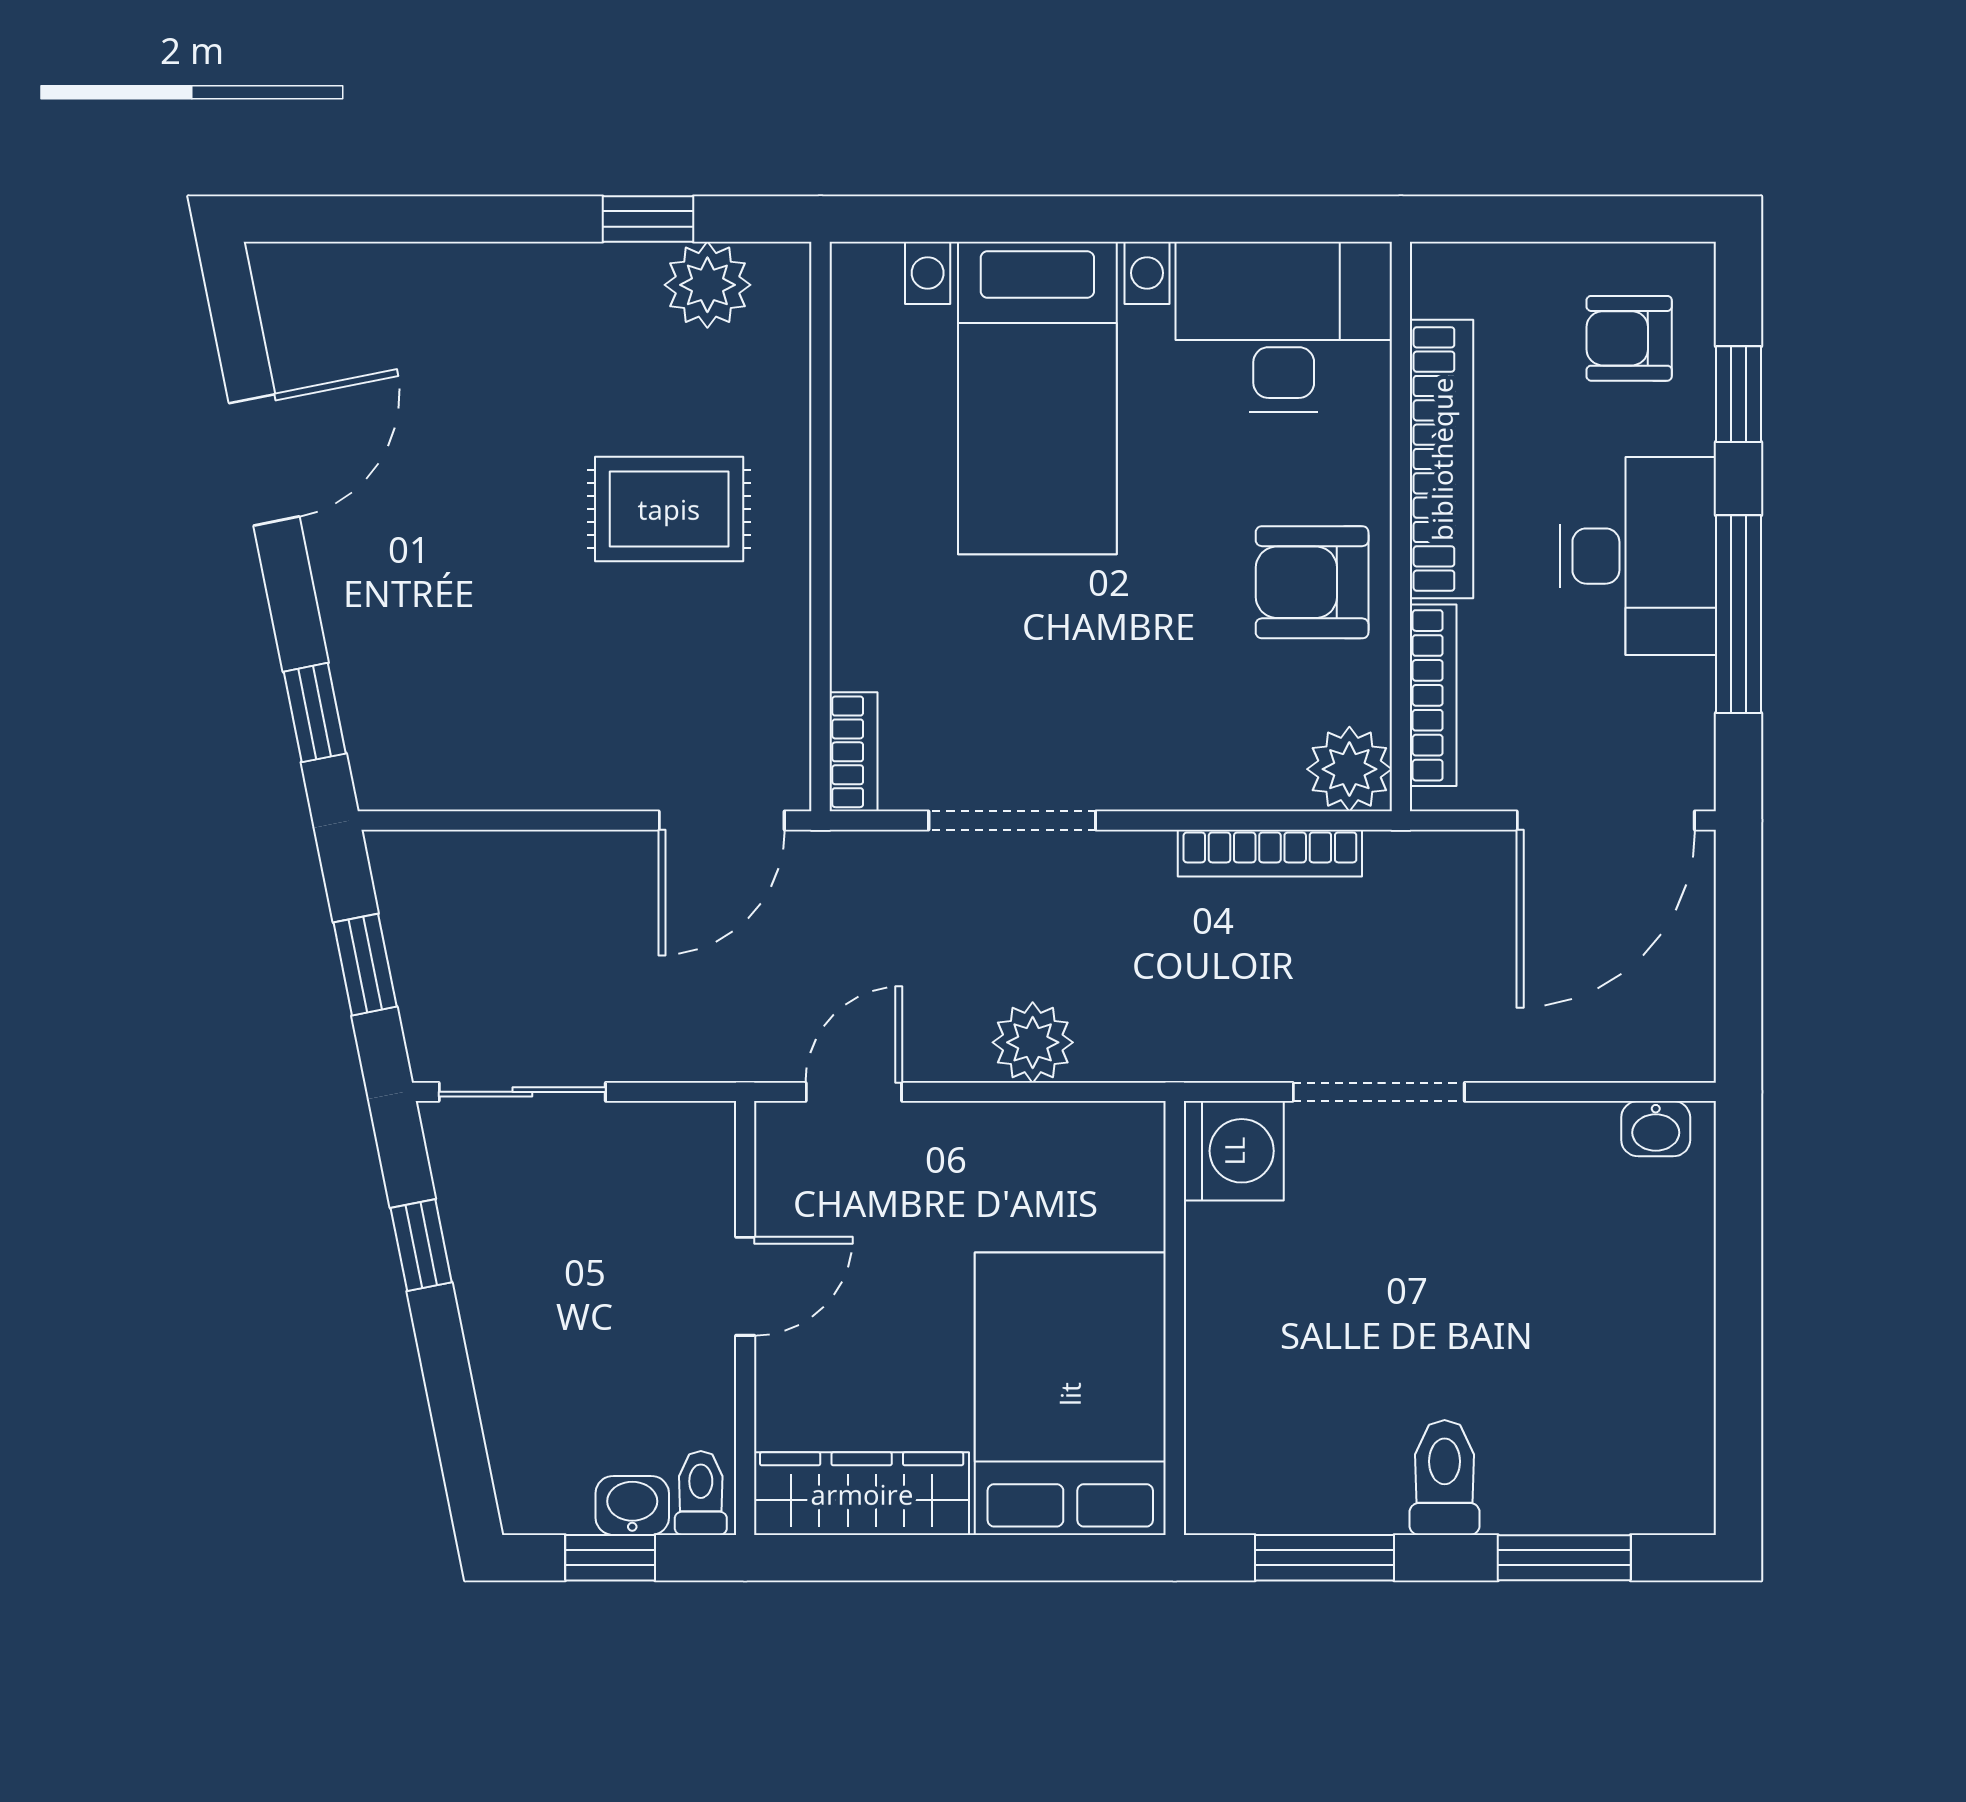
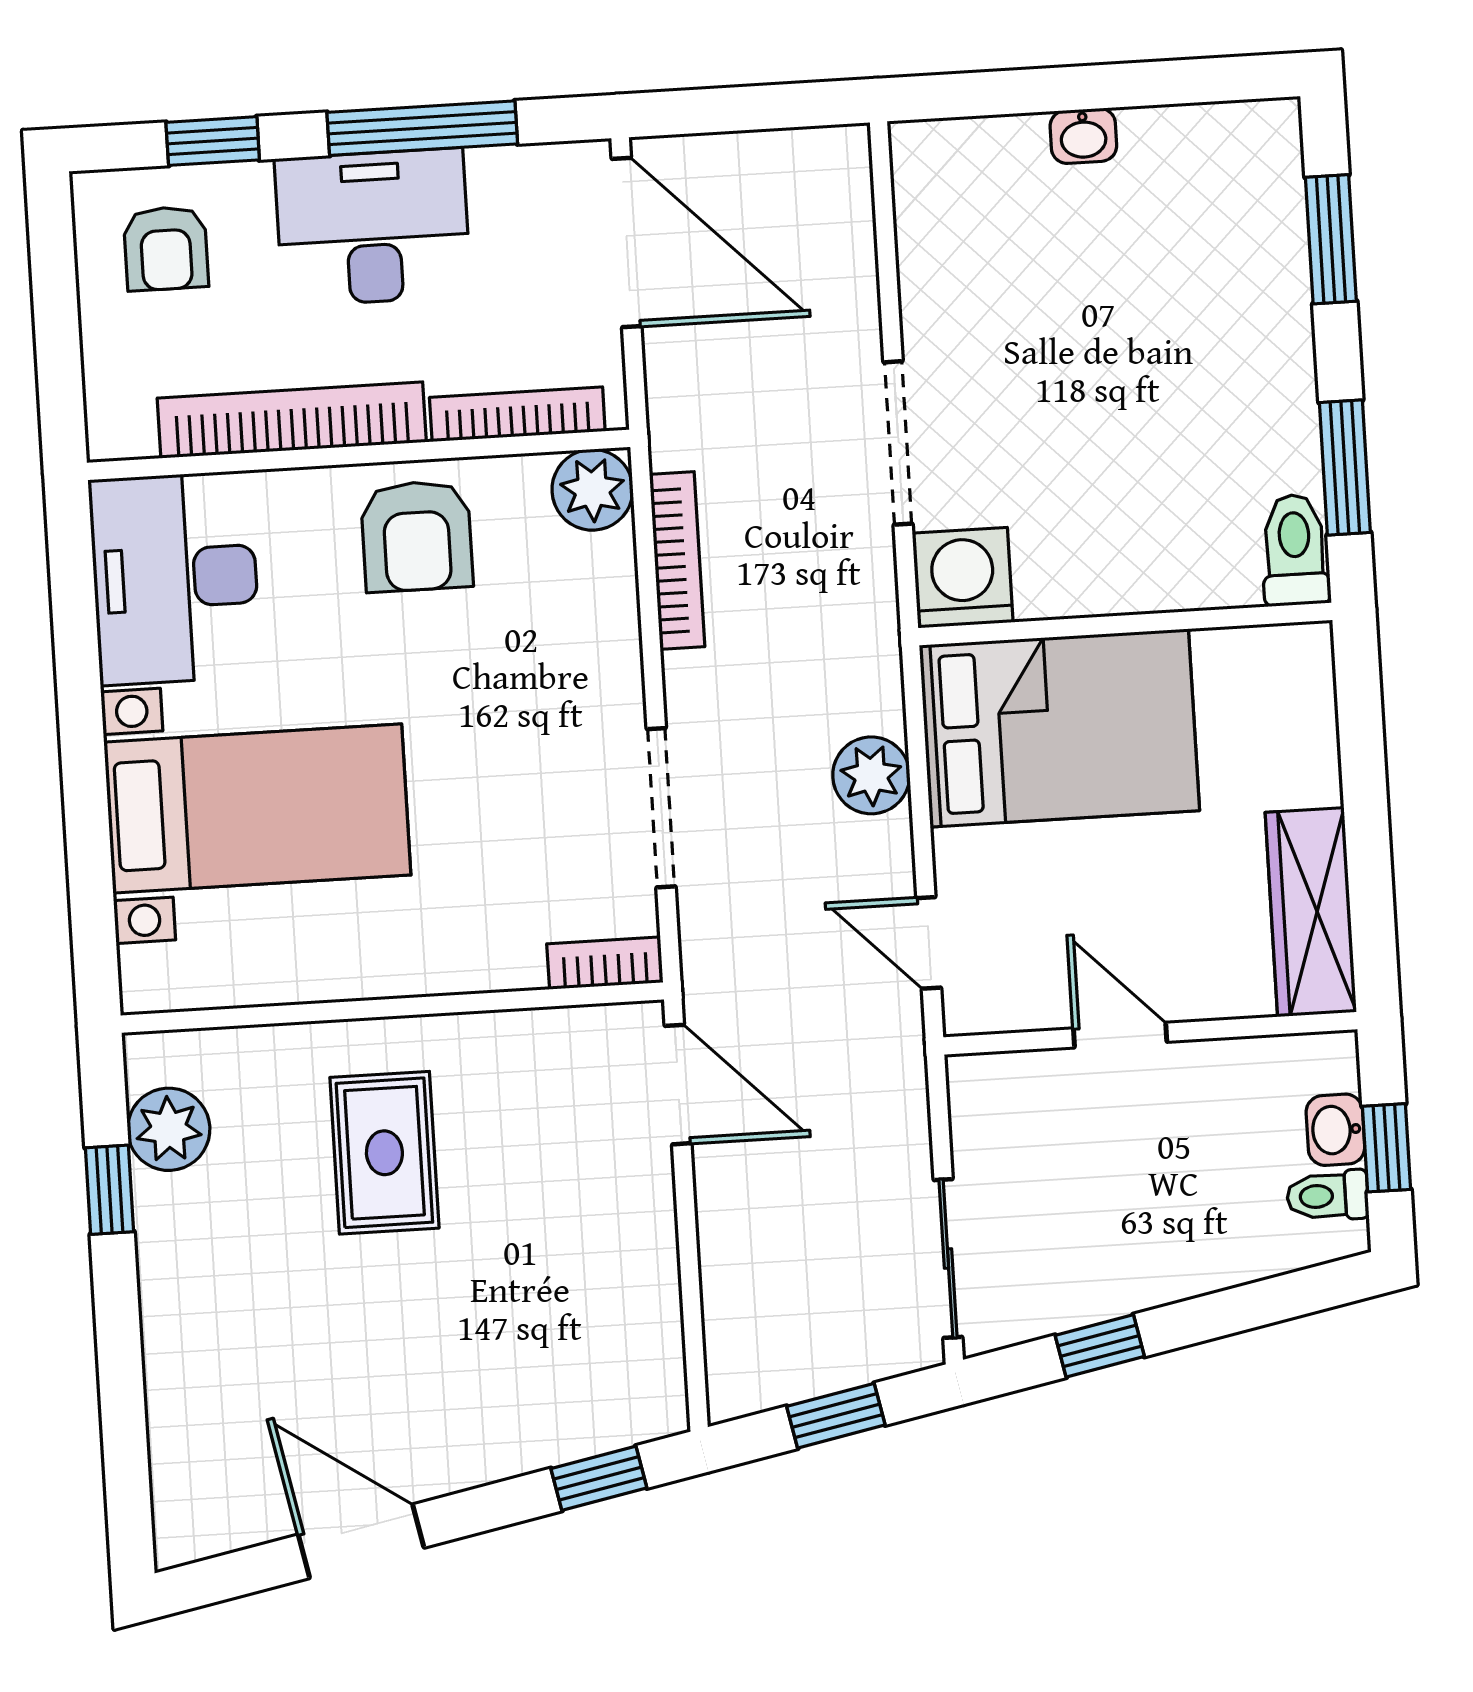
washbasin: (1656, 1129) -> (1083, 136), moved, turned 90
bed: (1070, 1394) -> (1059, 728), moved, turned 180
toilet: (1445, 1478) -> (1295, 550), moved, turned 90
toilet: (701, 1493) -> (1328, 1196), moved

